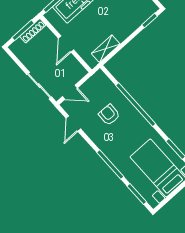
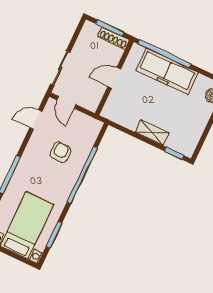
shelving: (106, 49) -> (152, 133), moved

